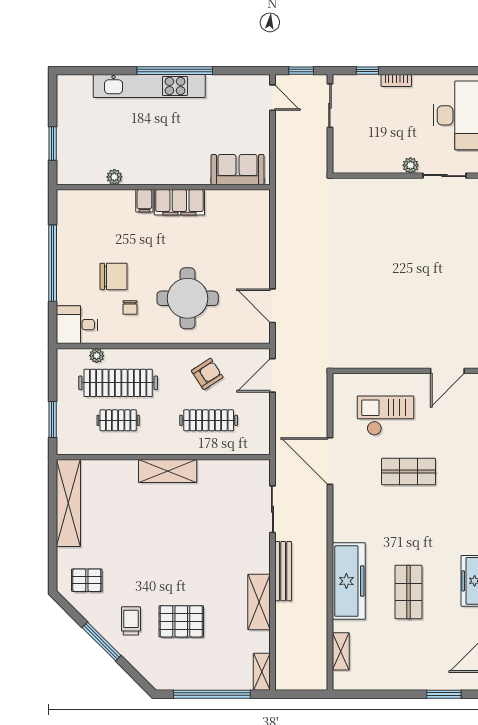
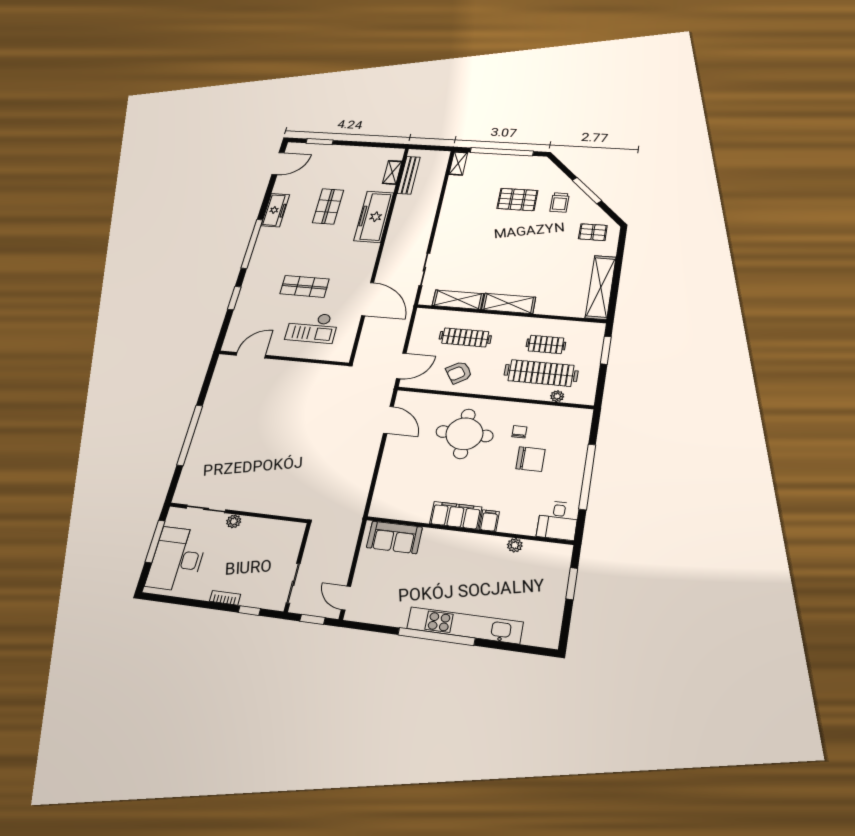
chair: (114, 276) -> (530, 459), turned 180
desk: (77, 325) -> (558, 520), moved, turned 90
bench: (283, 571) -> (409, 175), moved
shelving: (259, 602) -> (458, 300), moved, turned 90

